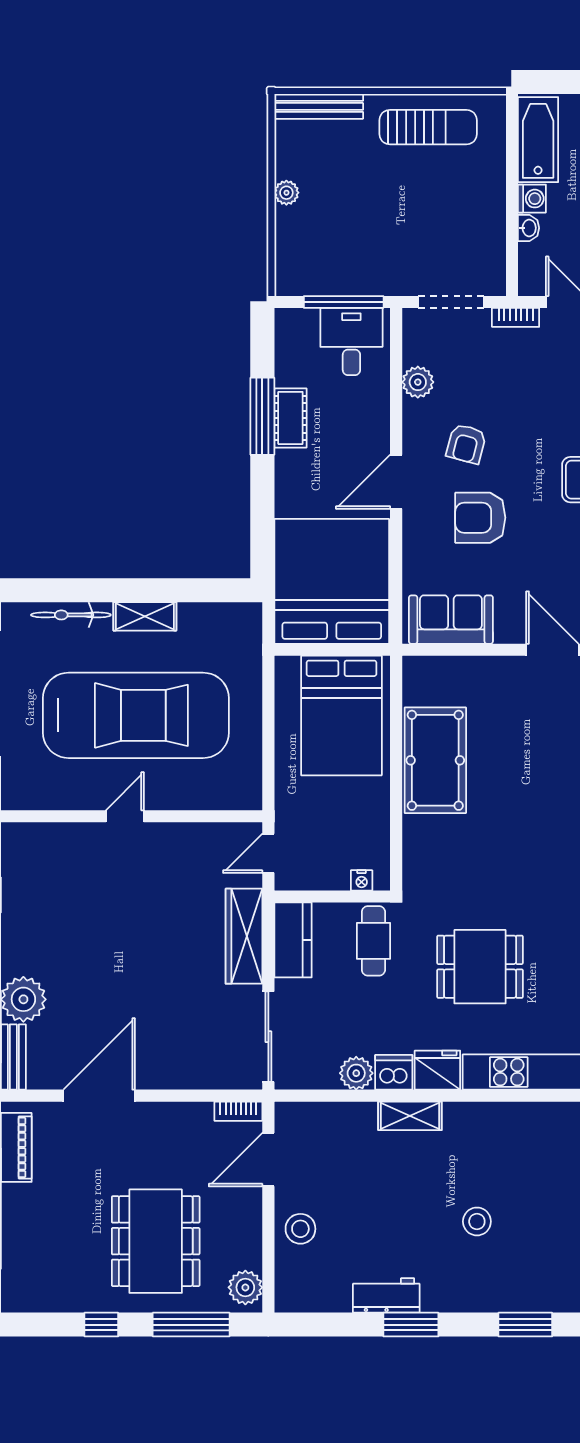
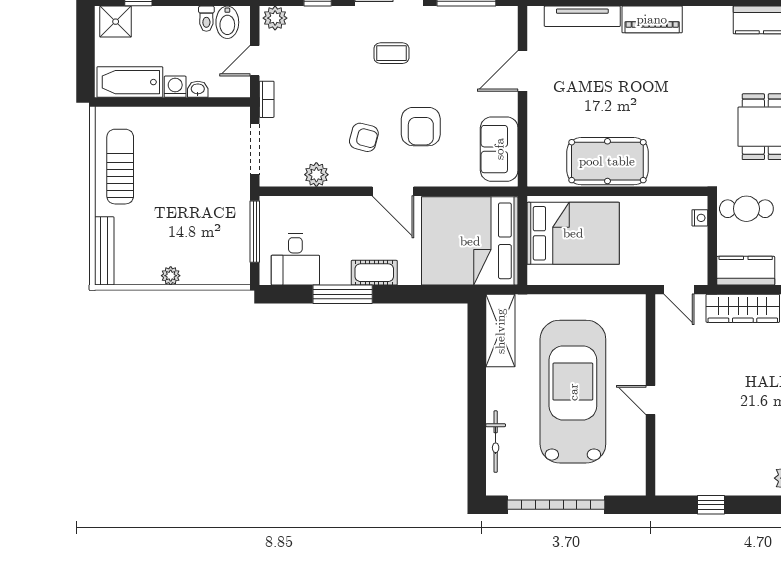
desk: (351, 342) -> (295, 259), moved, turned -90
cot: (290, 418) -> (374, 273), moved
shelving: (145, 616) -> (500, 331), moved, width x1.50, depth x1.33

